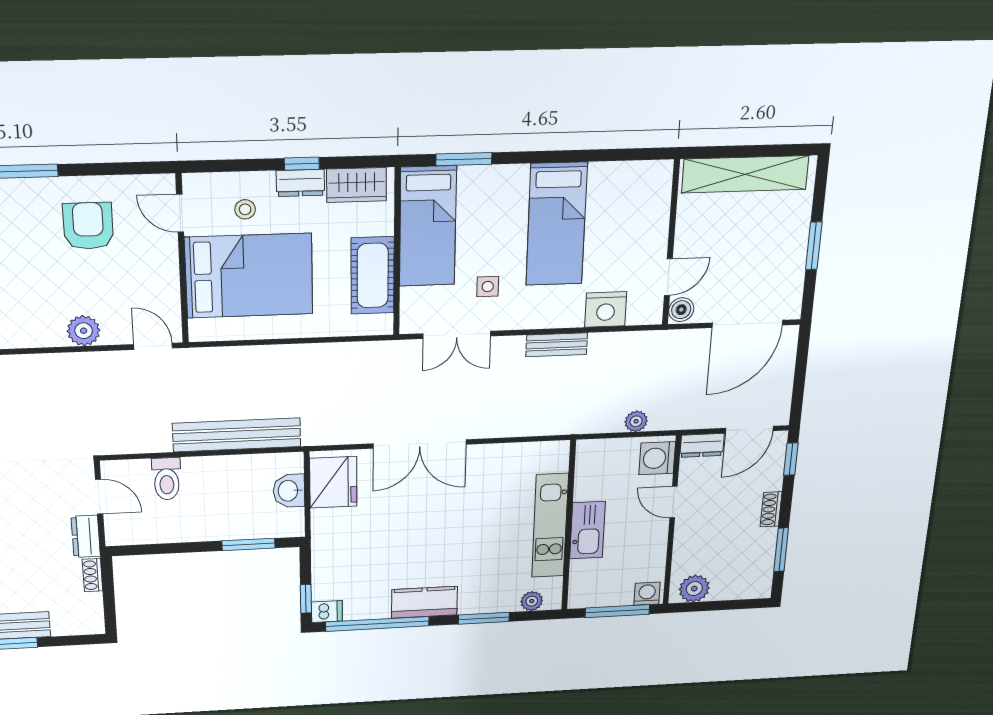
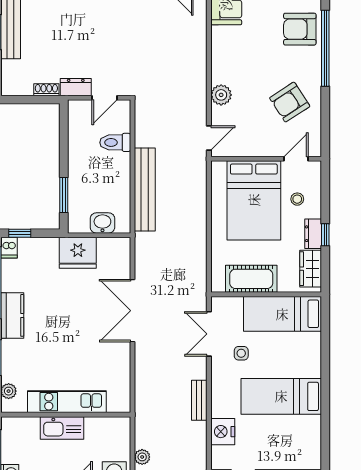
window: (464, 159) -> (325, 336), removed
armchair: (88, 226) -> (290, 102), turned 147
fridge: (333, 482) -> (78, 253), moved

